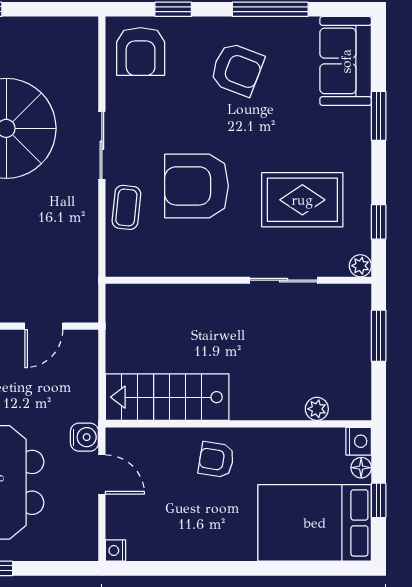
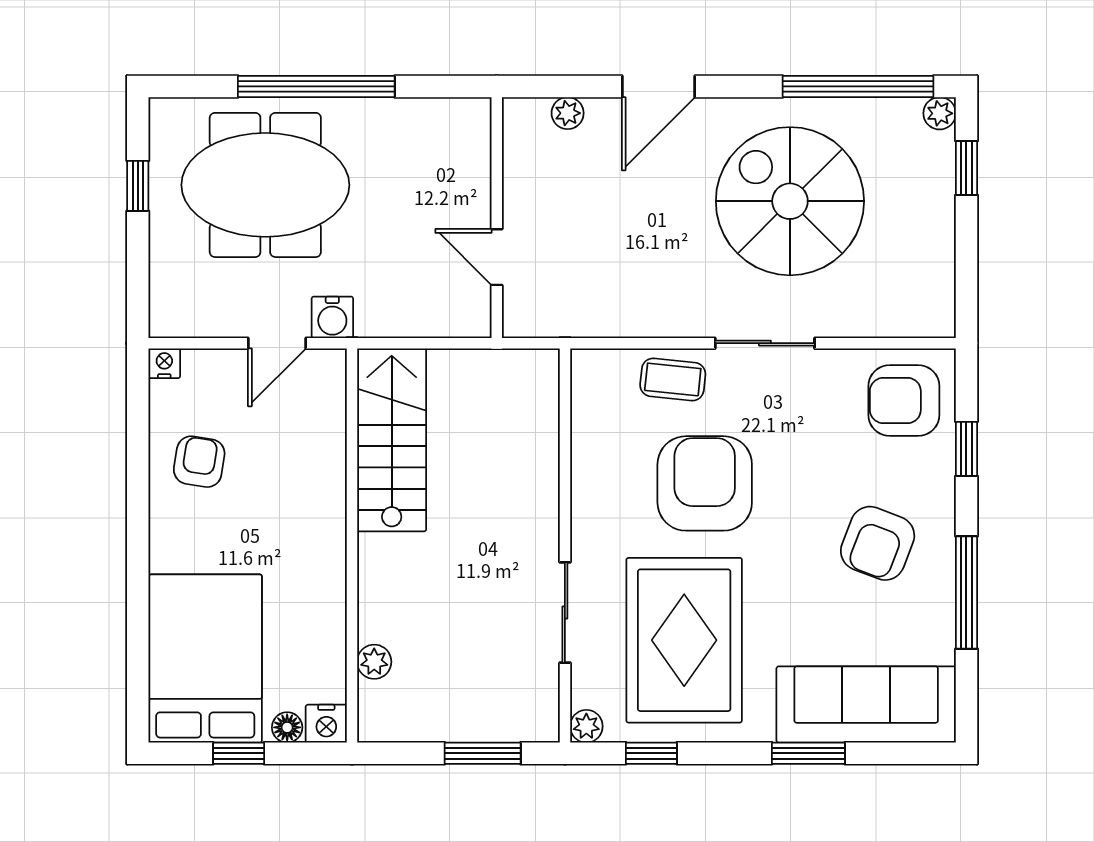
sofa: (346, 61) -> (866, 704), width x1.36
rug: (302, 200) -> (684, 640), width x1.37, depth x1.44
armchair: (216, 460) -> (199, 462), moved

